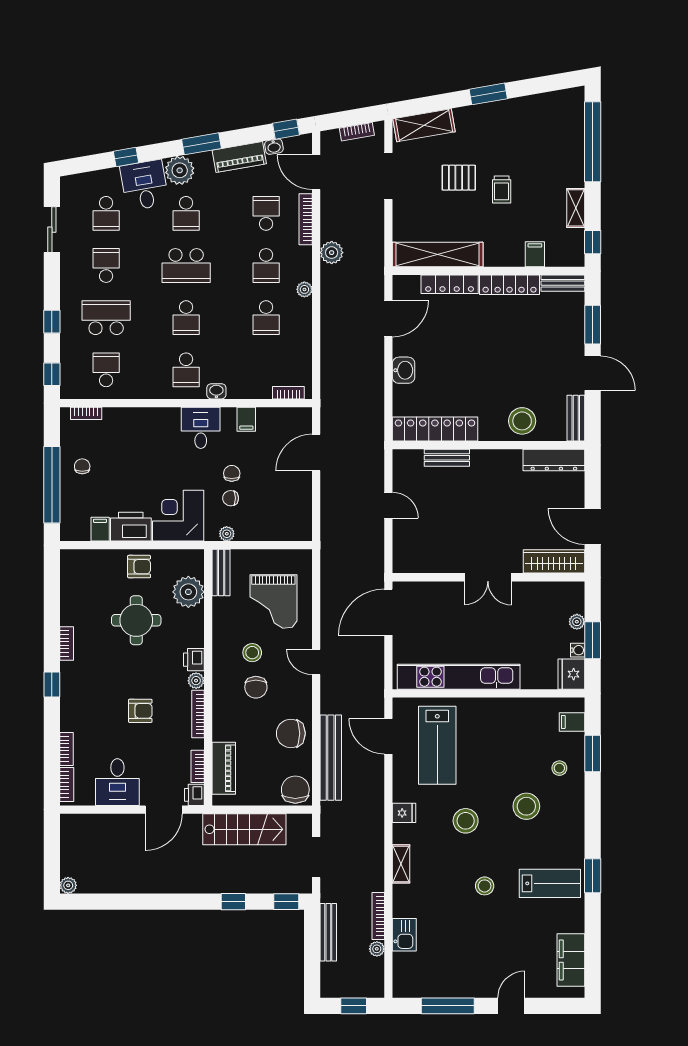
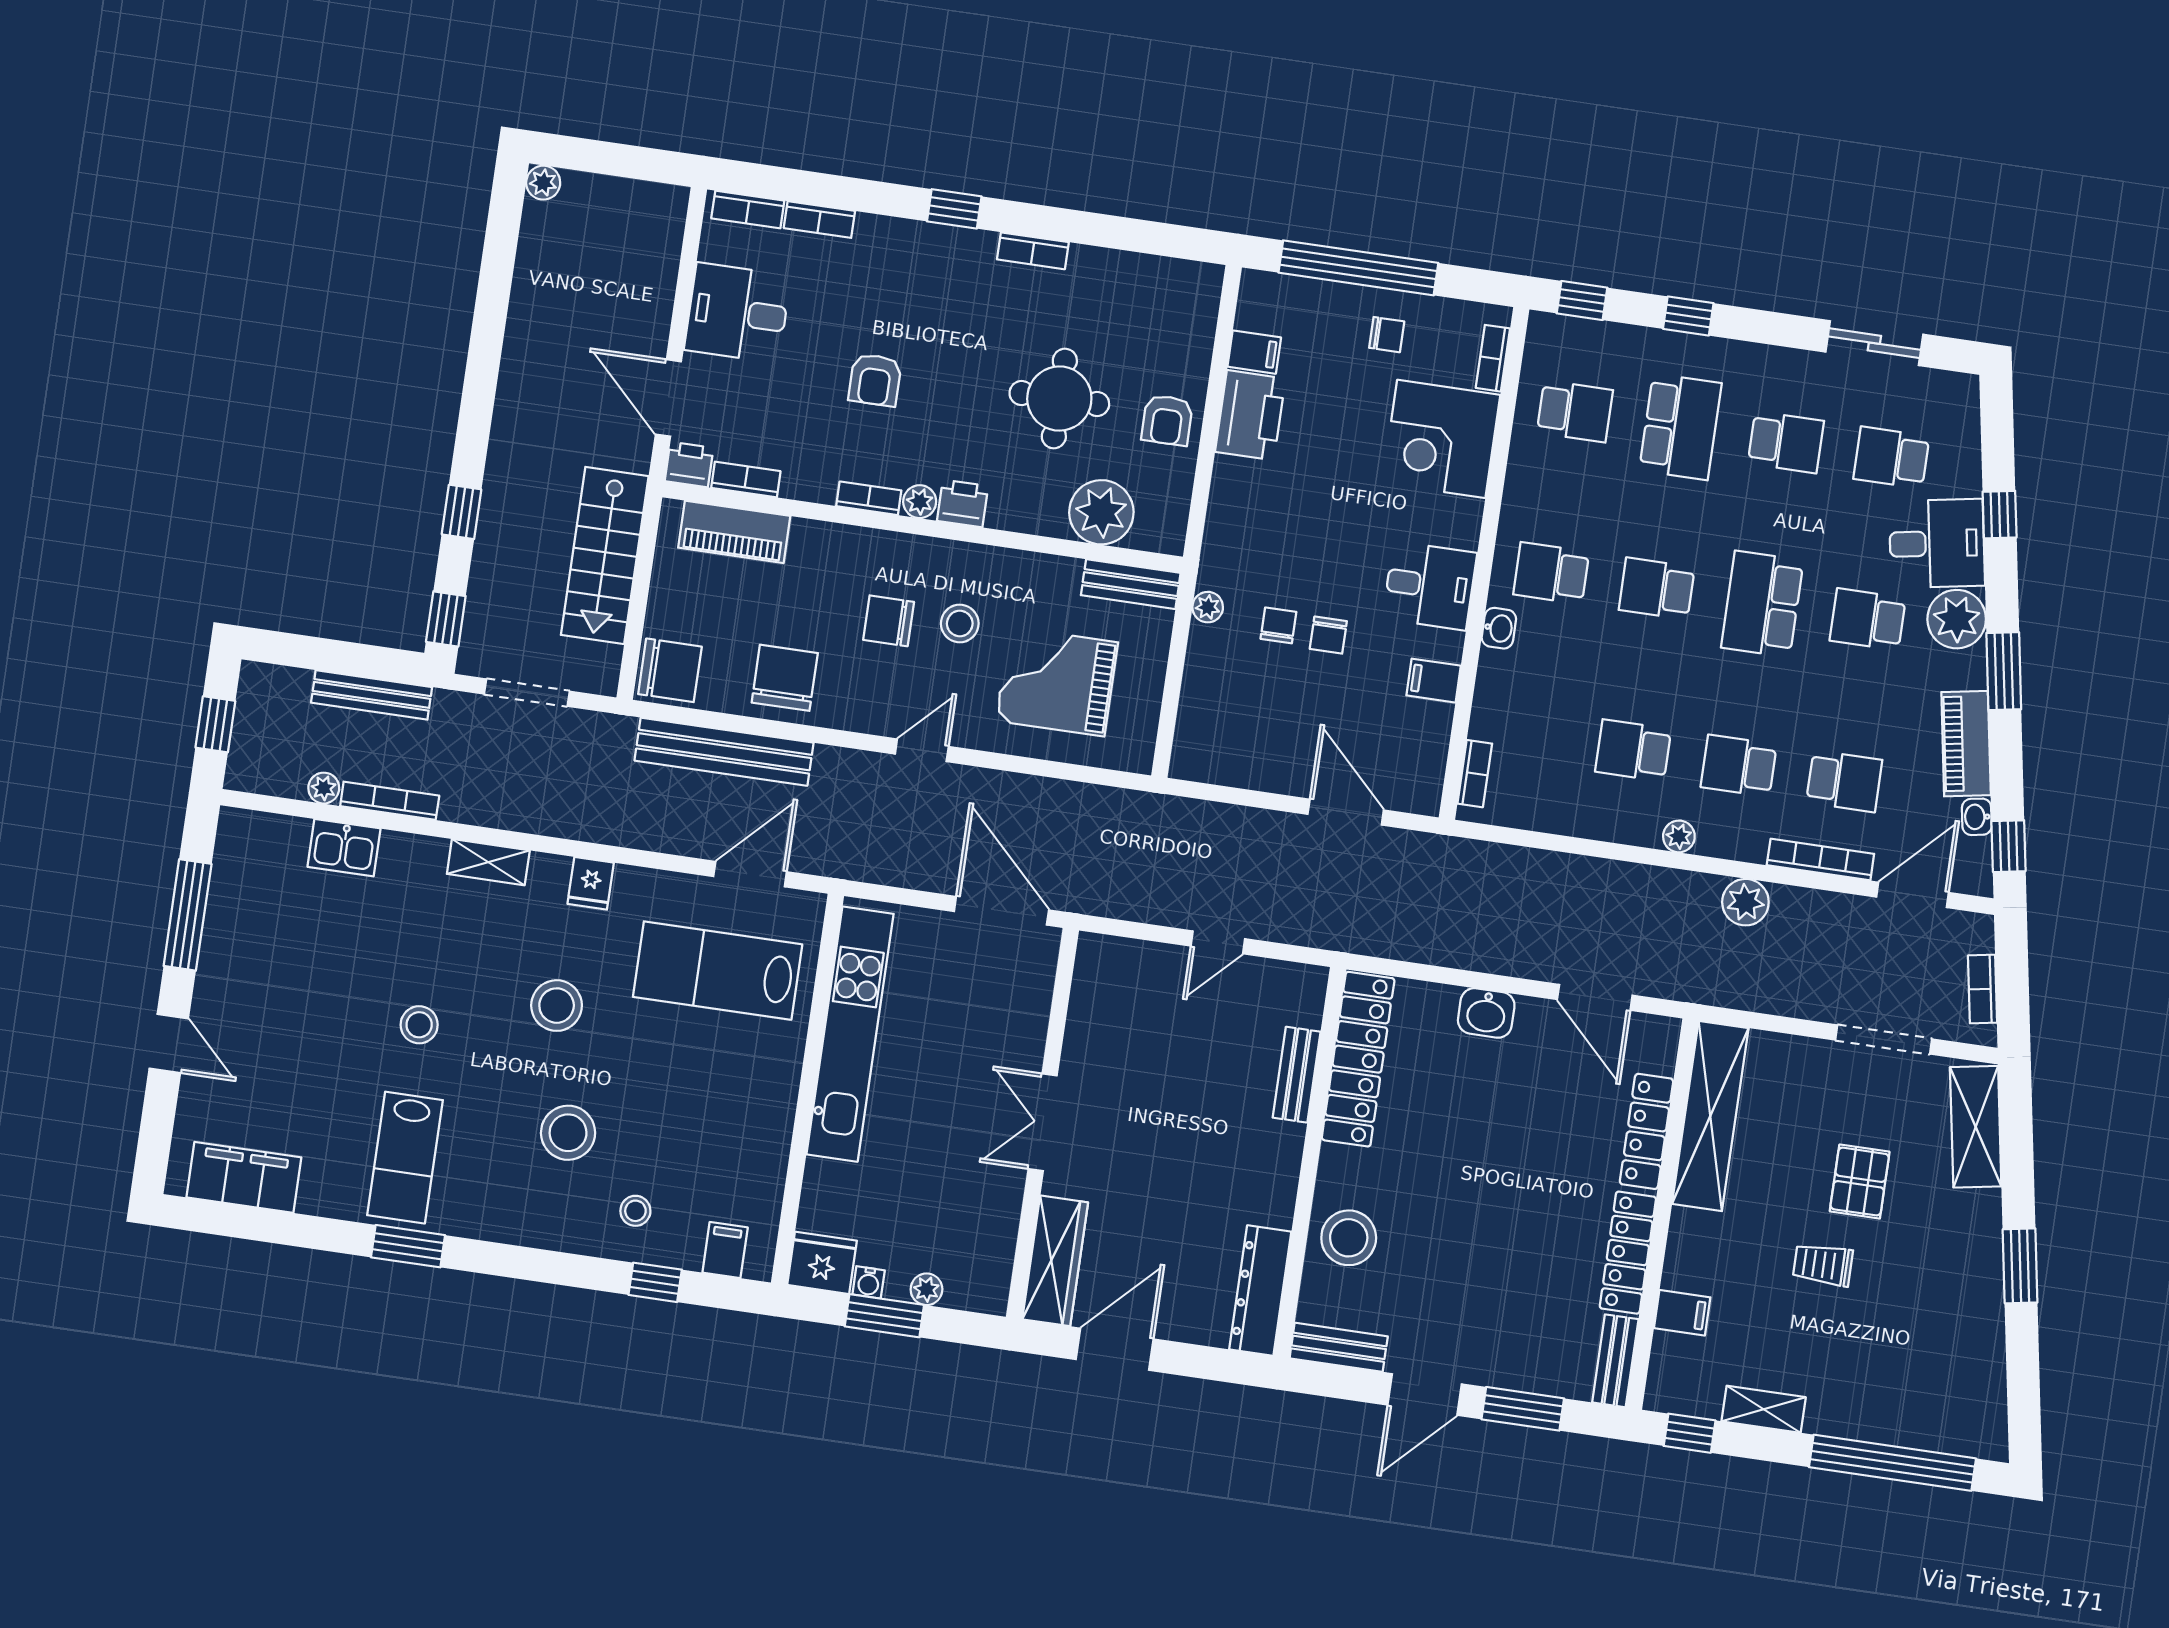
chair: (232, 473) -> (1328, 635), turned 90
corner desk: (178, 516) -> (1441, 439), moved, turned 180
bookcase: (198, 714) -> (869, 498), width x0.64
window: (593, 754) -> (655, 1282), width x0.67

